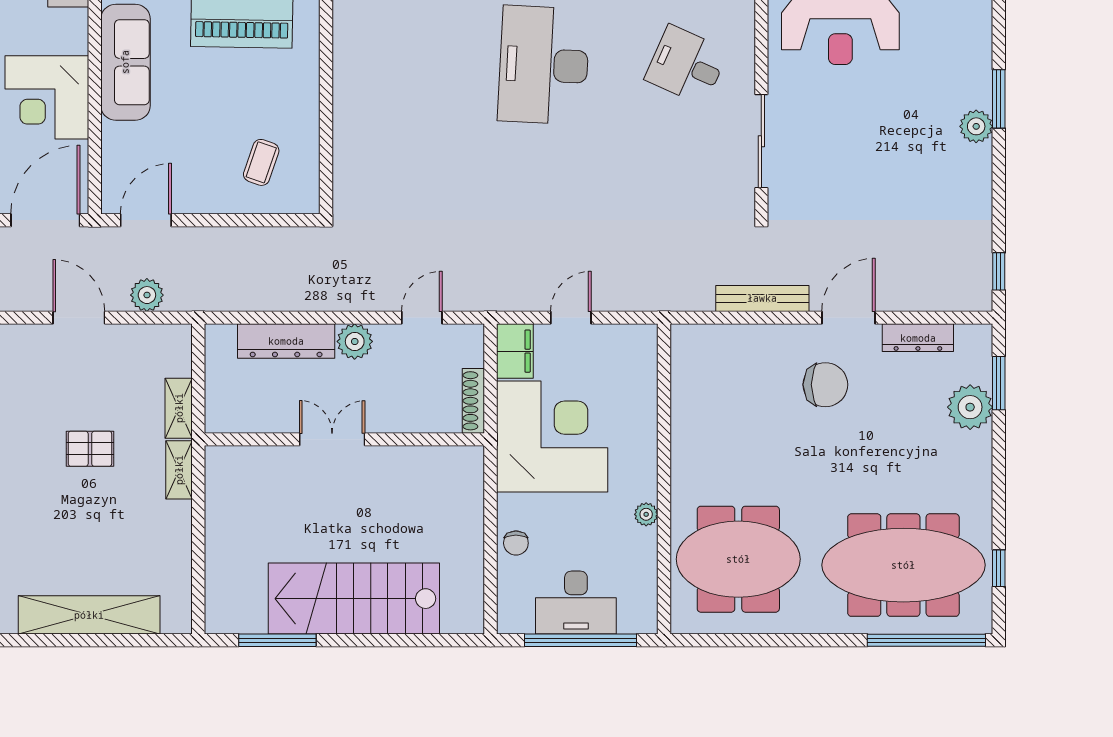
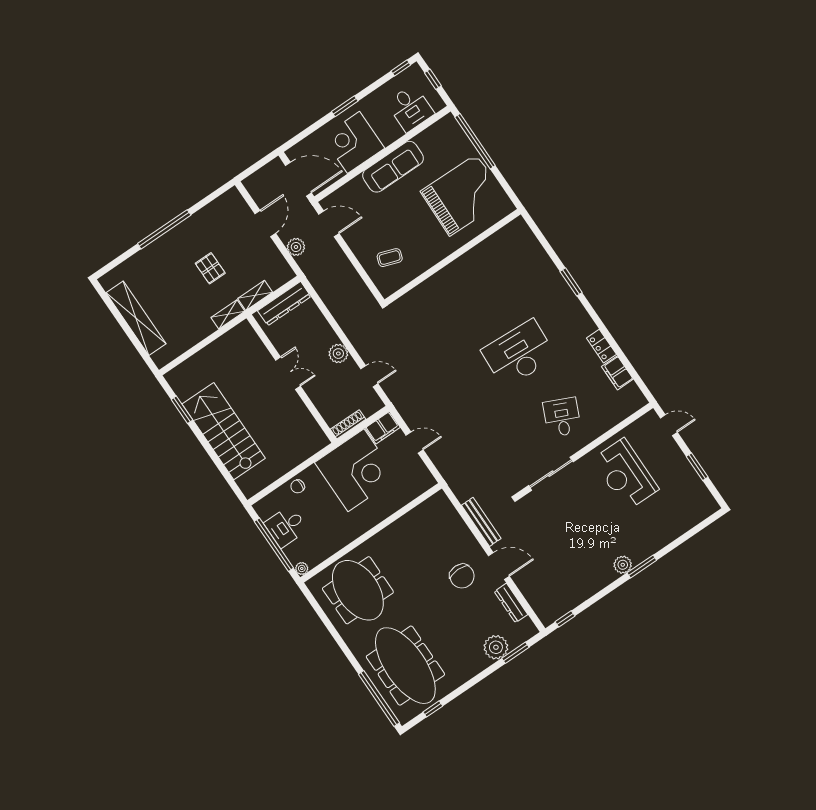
dresser: (286, 341) -> (284, 304), moved, turned -90
plant: (646, 514) -> (302, 568), moved
desk: (576, 603) -> (286, 526), width x0.73
window: (277, 640) -> (182, 410), width x0.69

